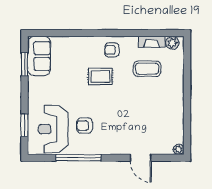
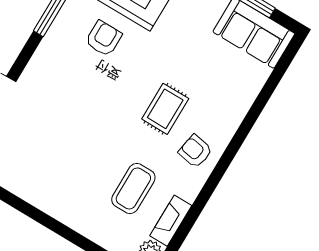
armchair: (112, 50) -> (195, 151), turned -80

